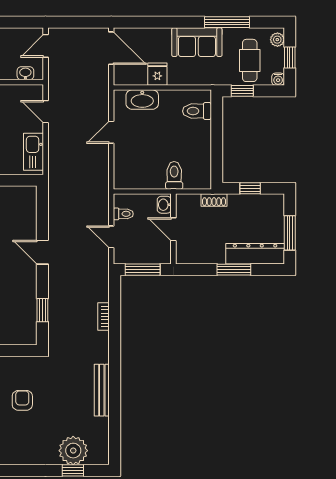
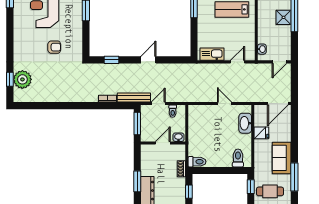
door: (46, 46) -> (279, 62), swing flipped
toilet: (174, 175) -> (197, 162), moved
bench: (102, 390) -> (134, 98), moved

